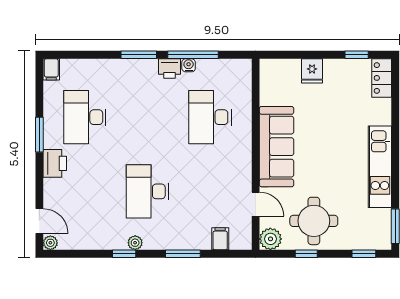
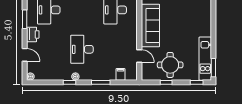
kitchen unit: (380, 167) -> (205, 59), moved
door: (39, 221) -> (25, 55), moved
plant: (270, 239) -> (147, 74), removed

